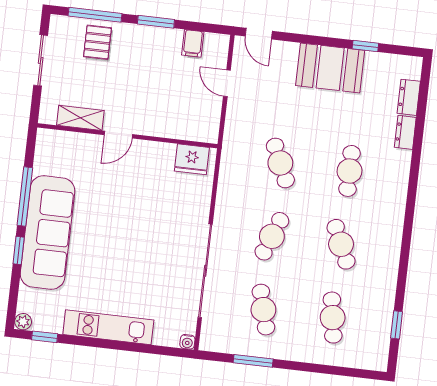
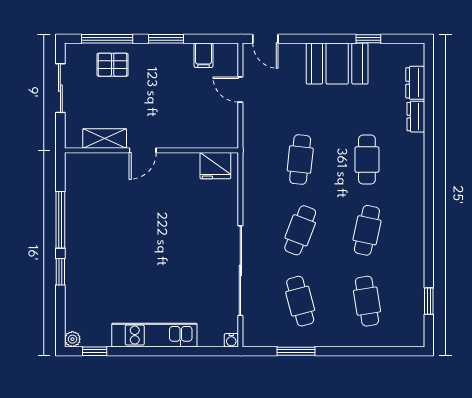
pallet: (97, 42) -> (113, 65), turned 90
cafe table: (280, 163) -> (300, 160), turned 30
sofa: (47, 232) -> (86, 251), removed
cafe table: (341, 244) -> (367, 230), turned 36

